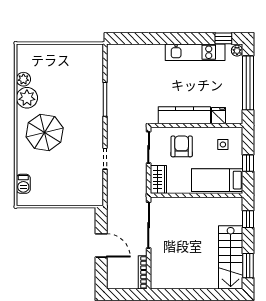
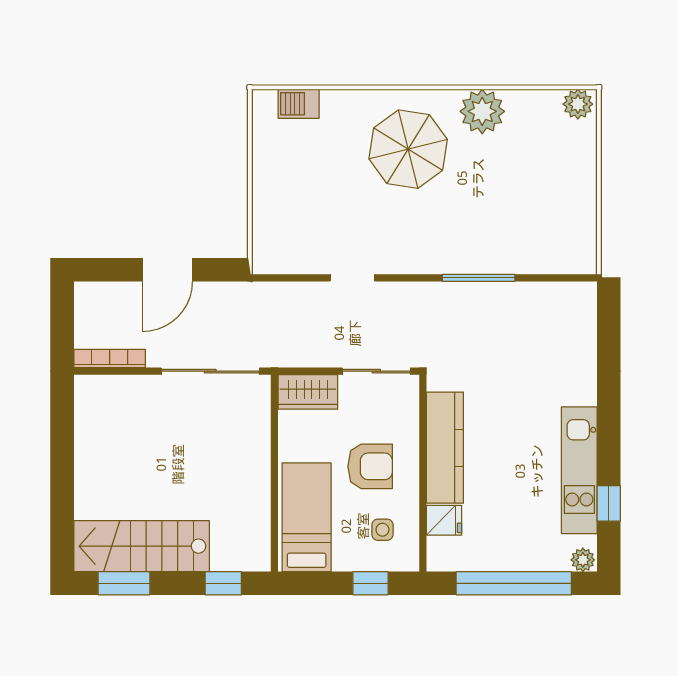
window: (223, 38) -> (609, 503), moved
plant: (23, 79) -> (578, 104), moved
armchair: (182, 146) -> (370, 466), moved
window: (248, 163) -> (371, 583), moved

